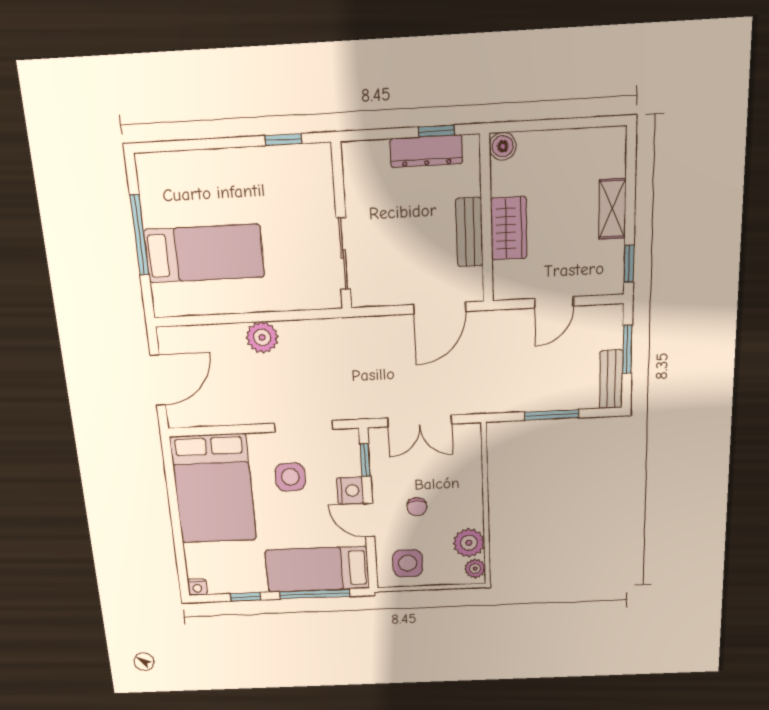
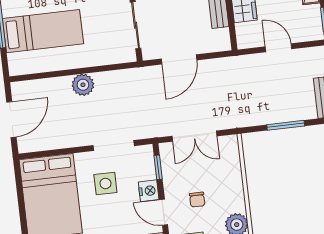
door: (554, 302) -> (279, 48), swing flipped
door: (440, 308) -> (179, 59), moved

